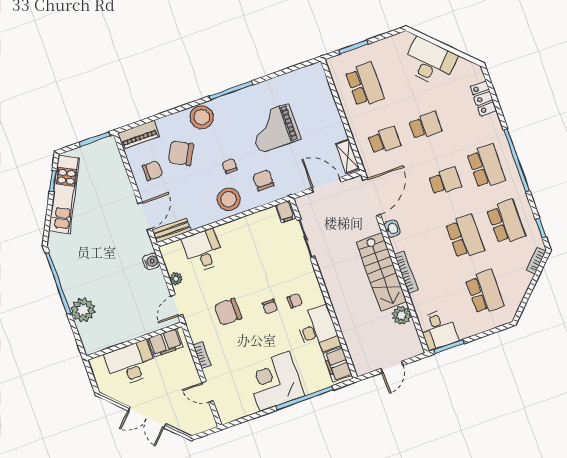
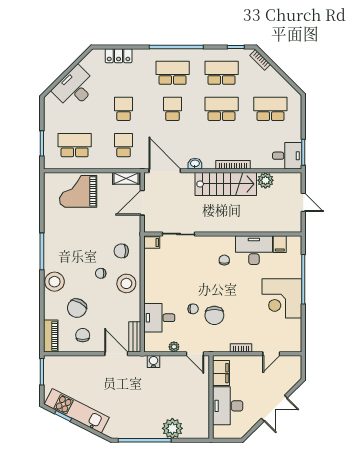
grand piano: (274, 128) -> (78, 191), moved, turned 90
chair: (270, 307) -> (193, 309), moved
filing cabinet: (338, 364) -> (280, 244), width x0.50

